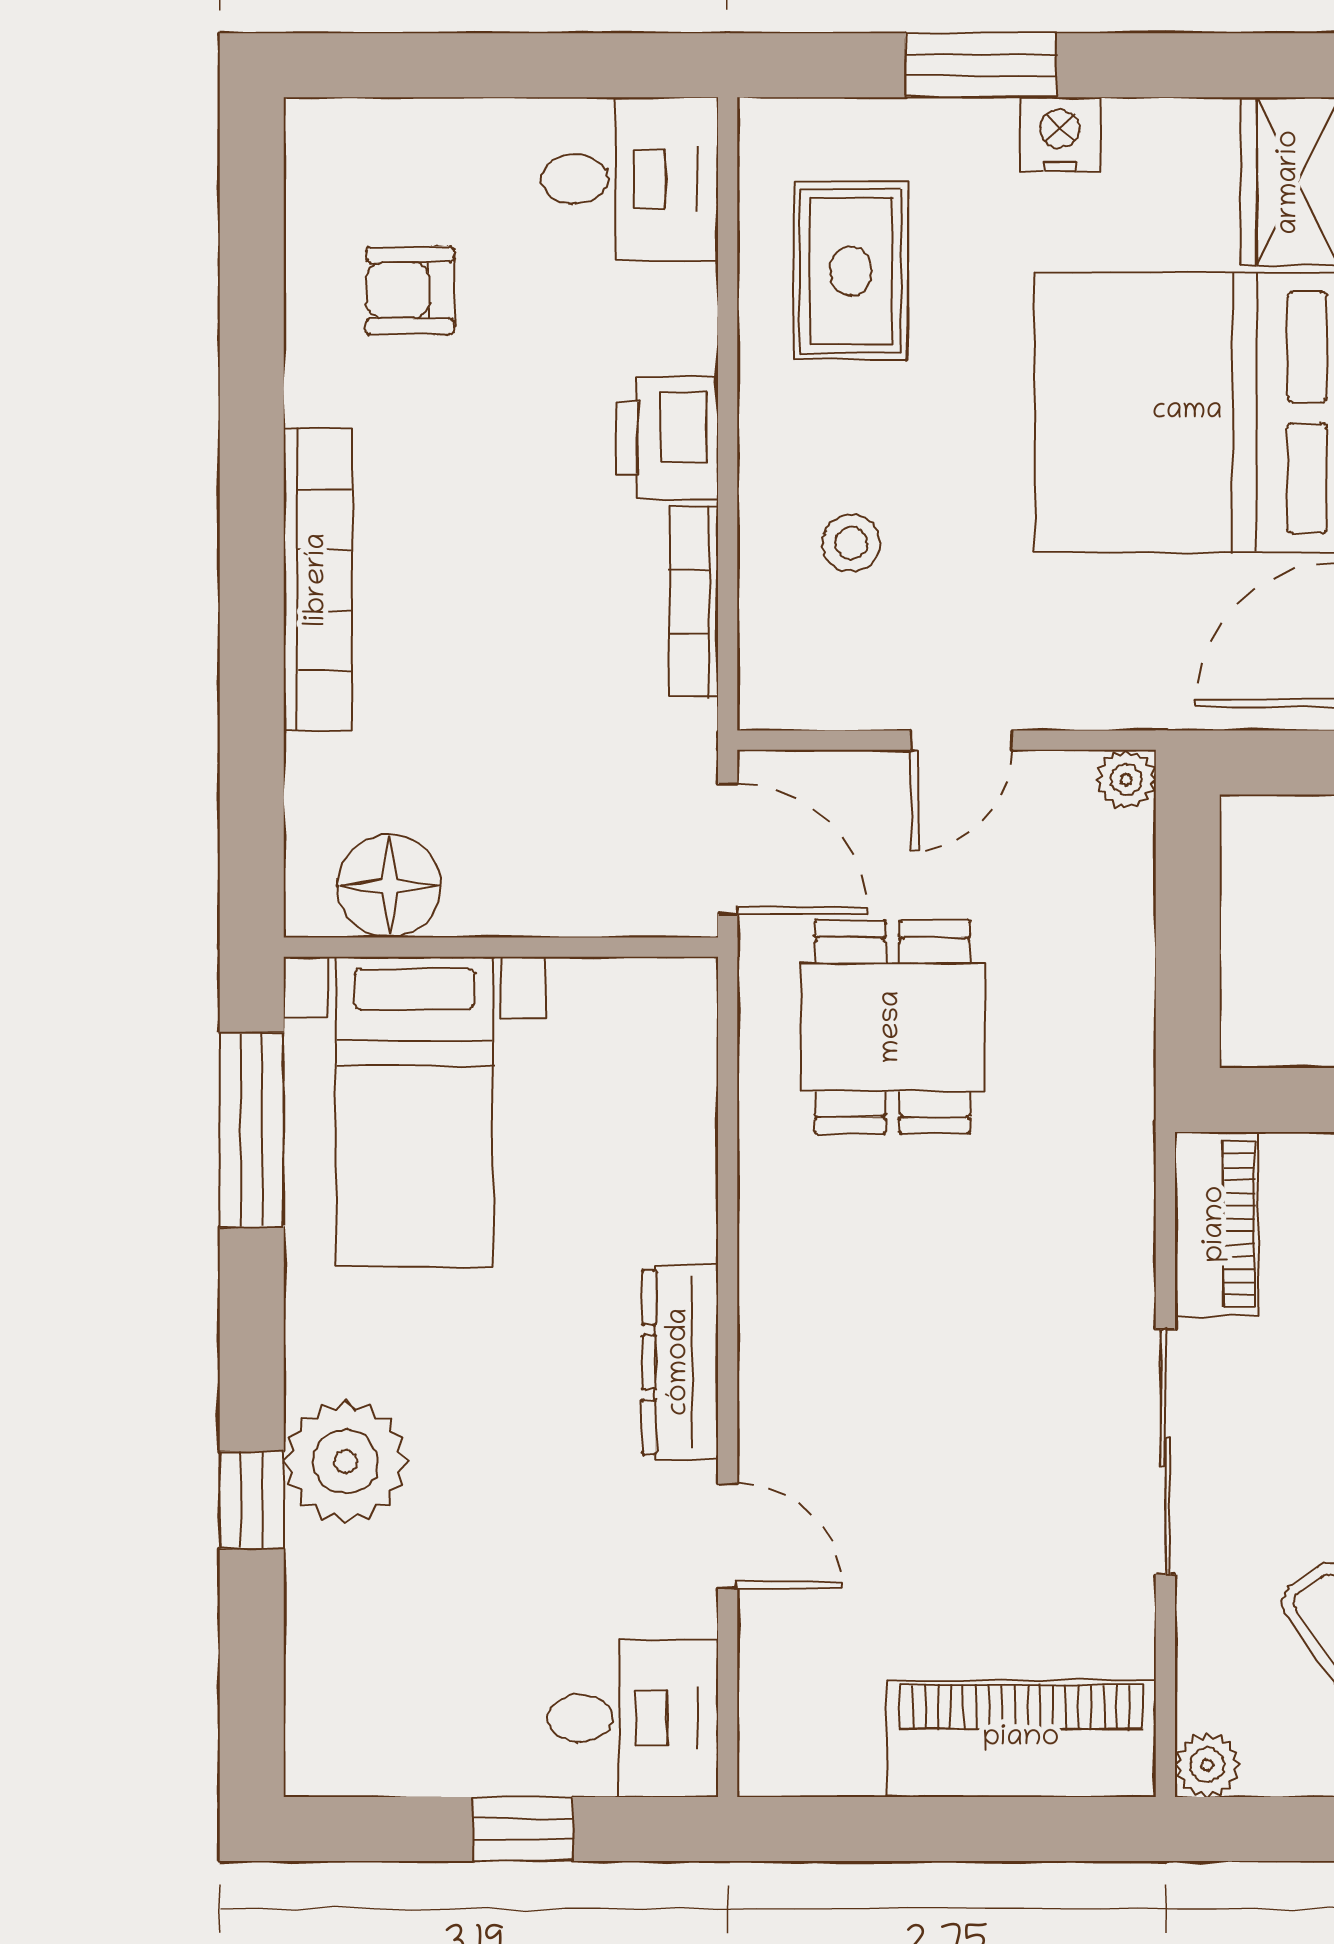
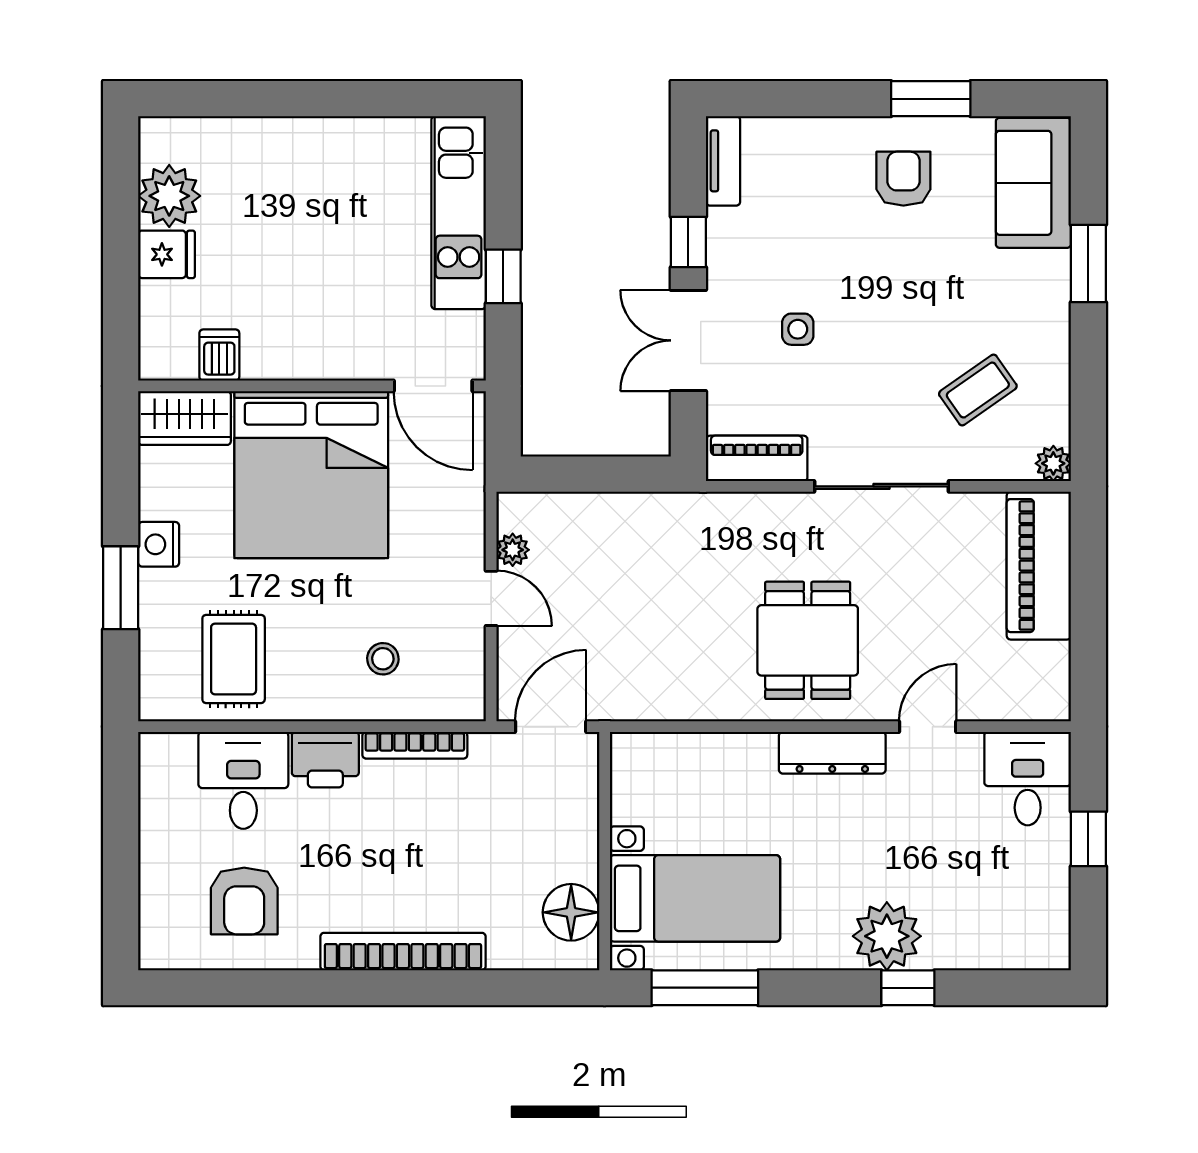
desk: (630, 179) -> (243, 780), moved
rug: (851, 271) -> (234, 659), turned 90
armchair: (410, 290) -> (244, 901), width x1.38, depth x1.38
plant: (1126, 780) -> (513, 550), moved
dining table: (892, 1027) -> (808, 640), moved, turned 90

